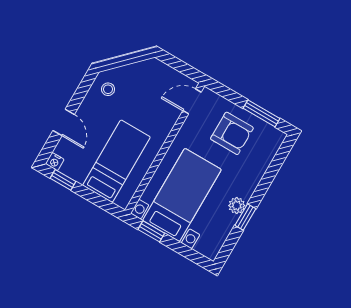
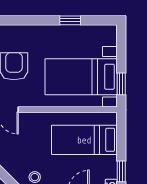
plant: (237, 206) -> (65, 32), removed

